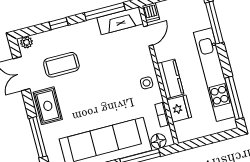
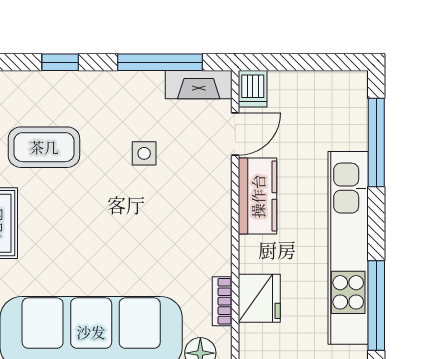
fireplace: (120, 21) -> (199, 85), width x0.73, depth x0.76
kitchen counter: (170, 79) -> (258, 196), moved
side table: (147, 83) -> (144, 153), moved

